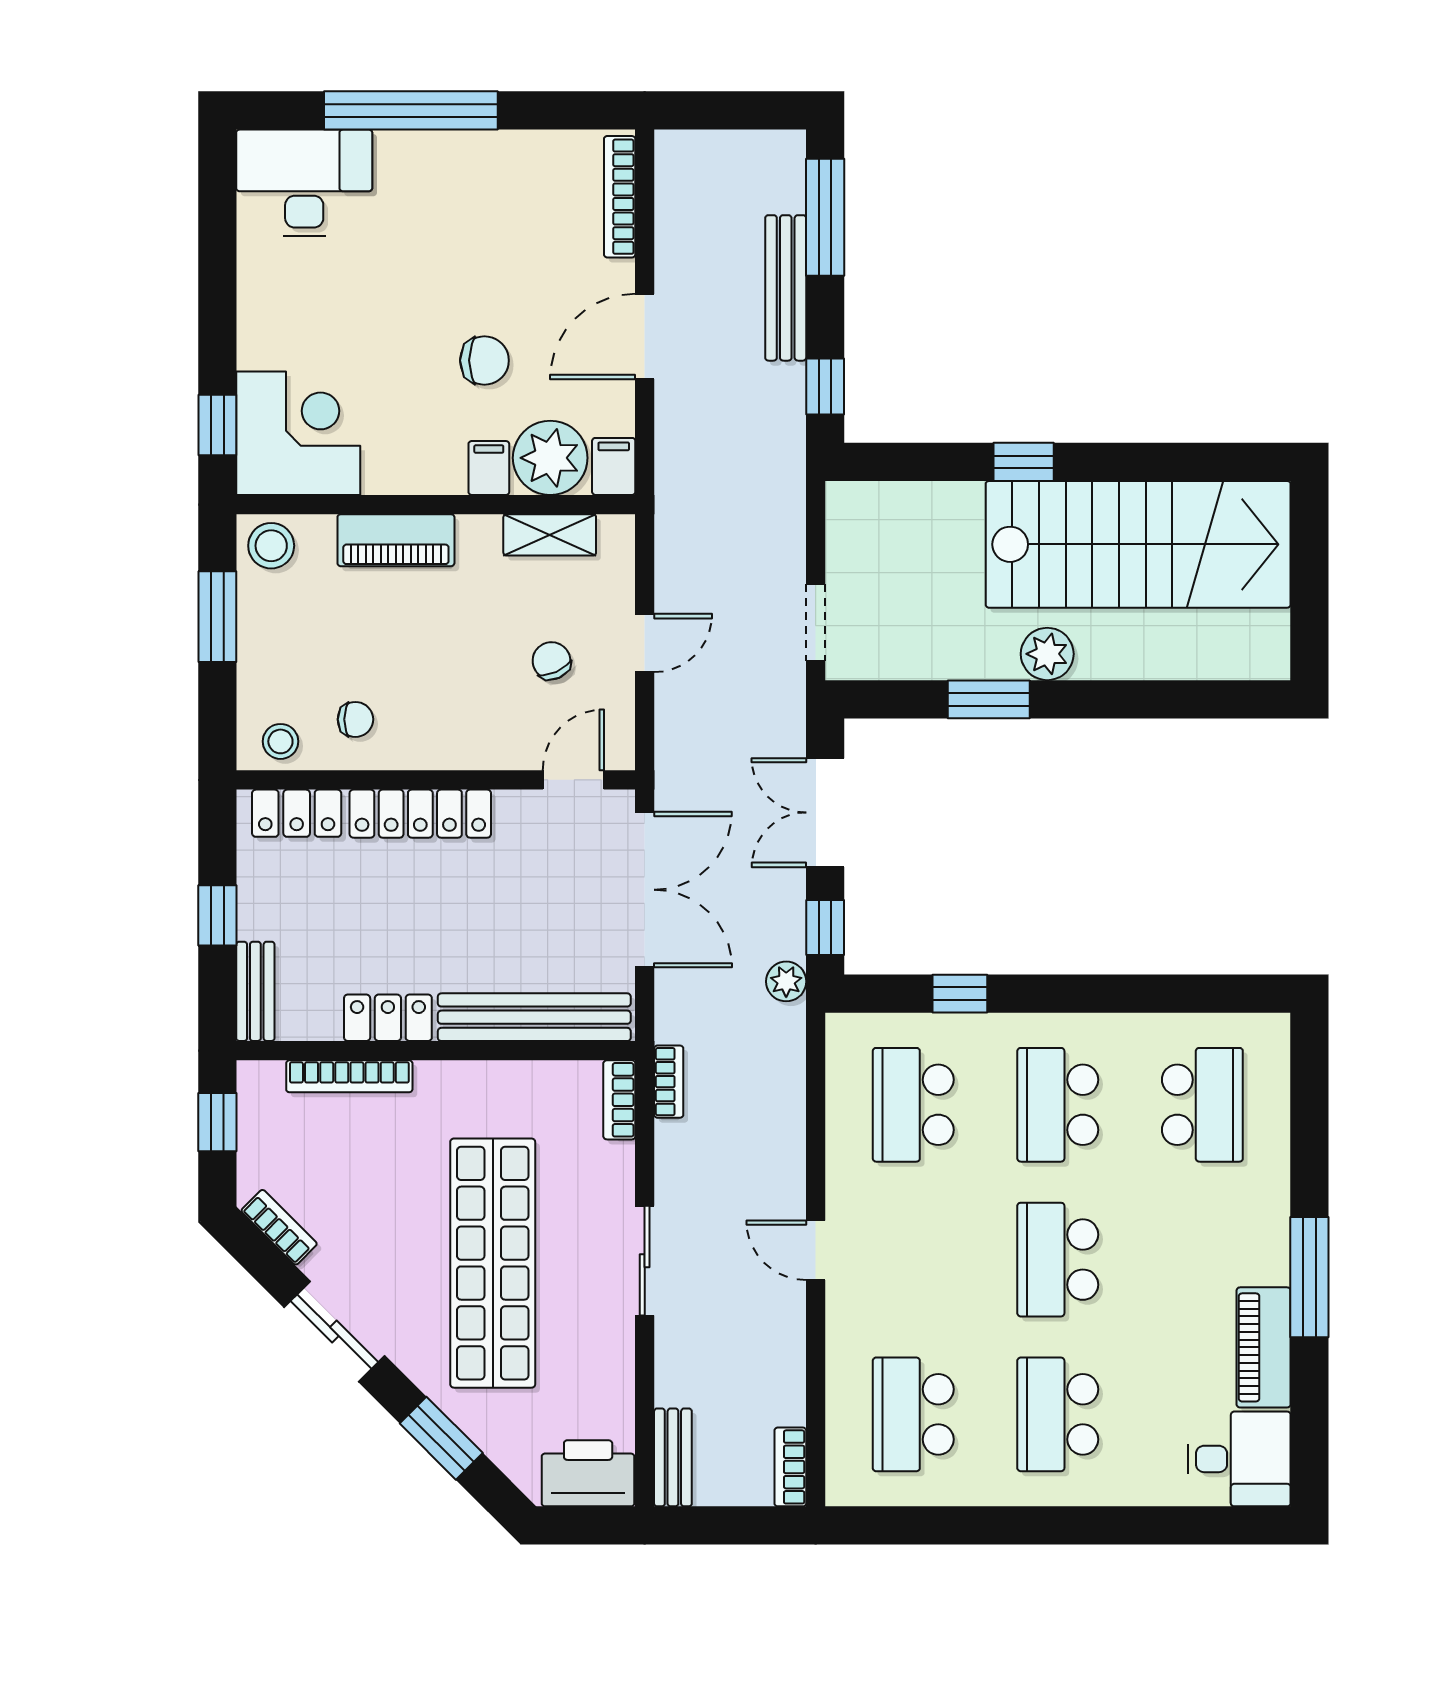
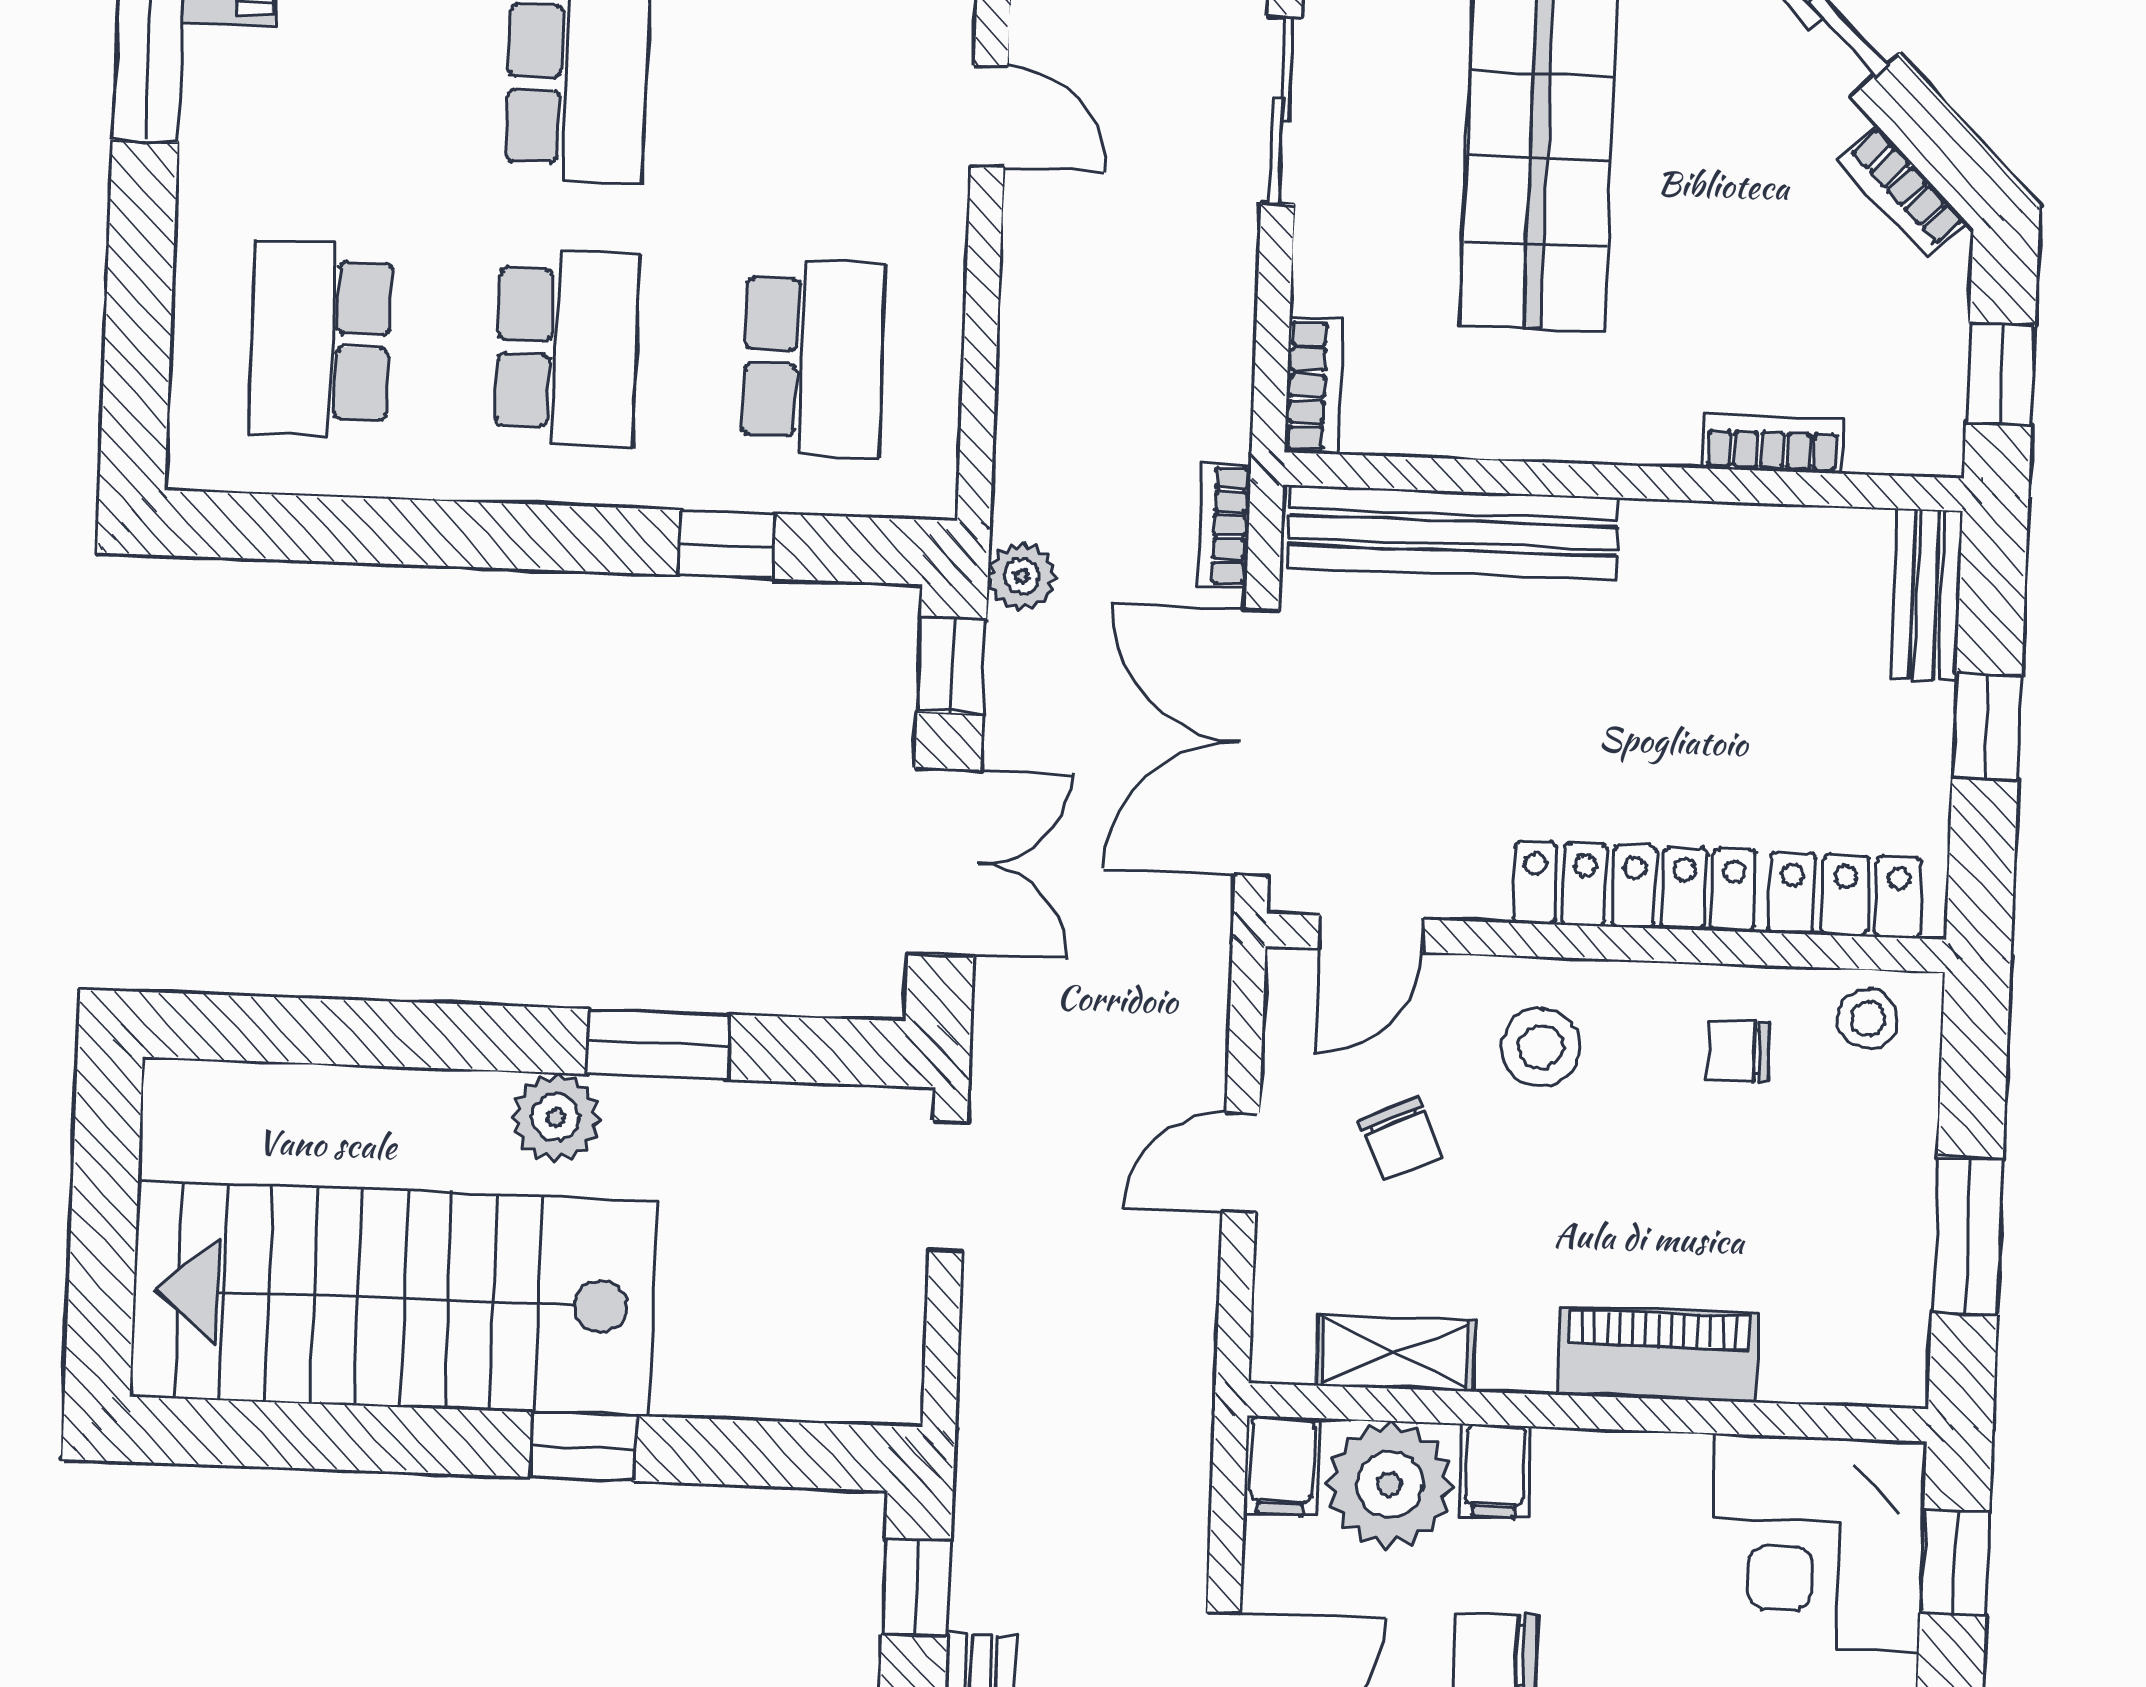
stool: (271, 546) -> (1541, 1047), moved
locker: (388, 1018) -> (1703, 541), removed
bookcase: (349, 1076) -> (1772, 444), width x0.64
bookcase: (669, 1082) -> (1224, 525), moved

